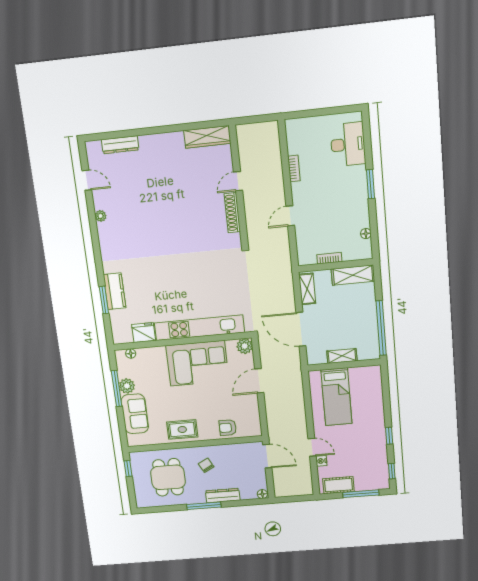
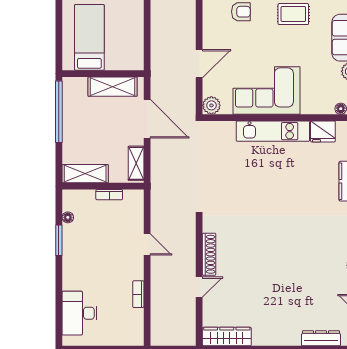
window: (370, 184) -> (59, 240), moved
door: (290, 216) -> (147, 245), hinge flipped
kitchen unit: (199, 328) -> (273, 131), width x0.73
shelving: (342, 356) -> (113, 87), width x1.50, depth x1.33
bed: (336, 397) -> (89, 37), moved

